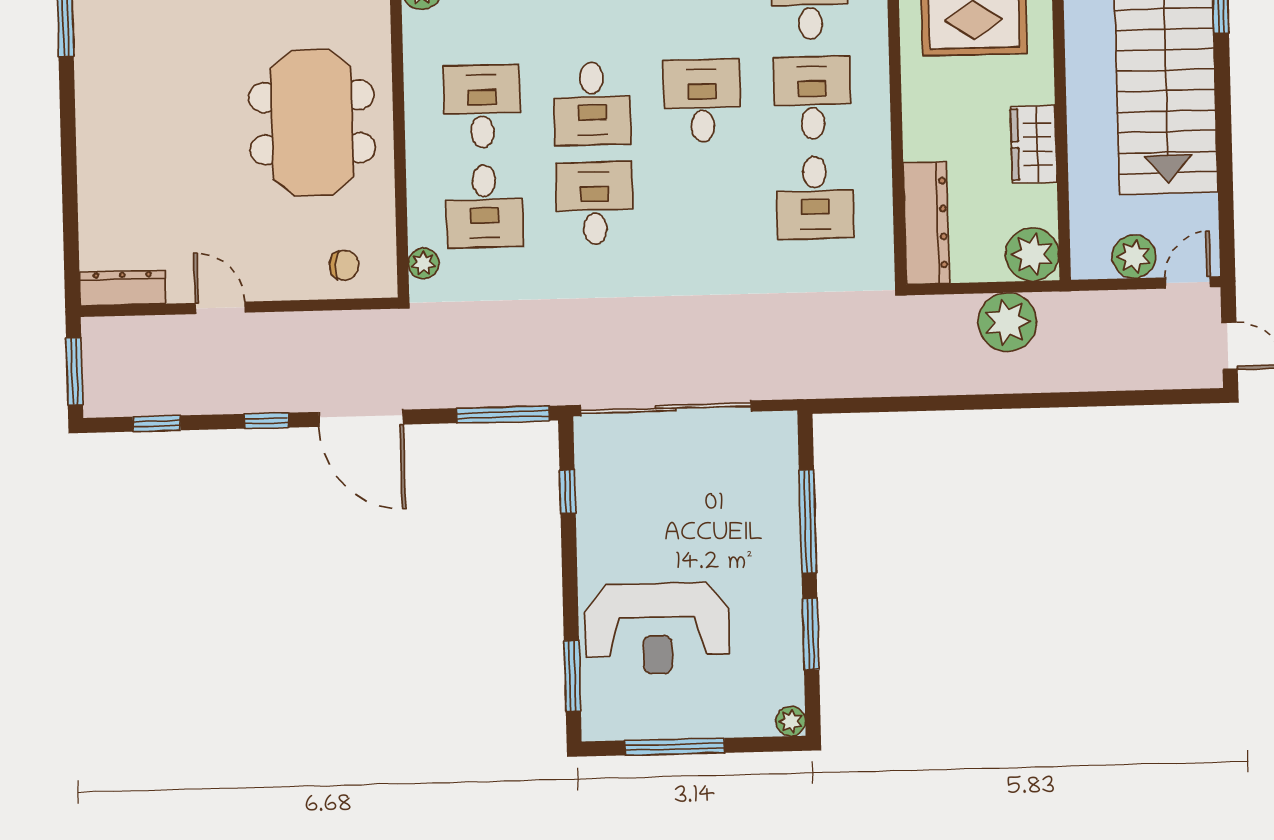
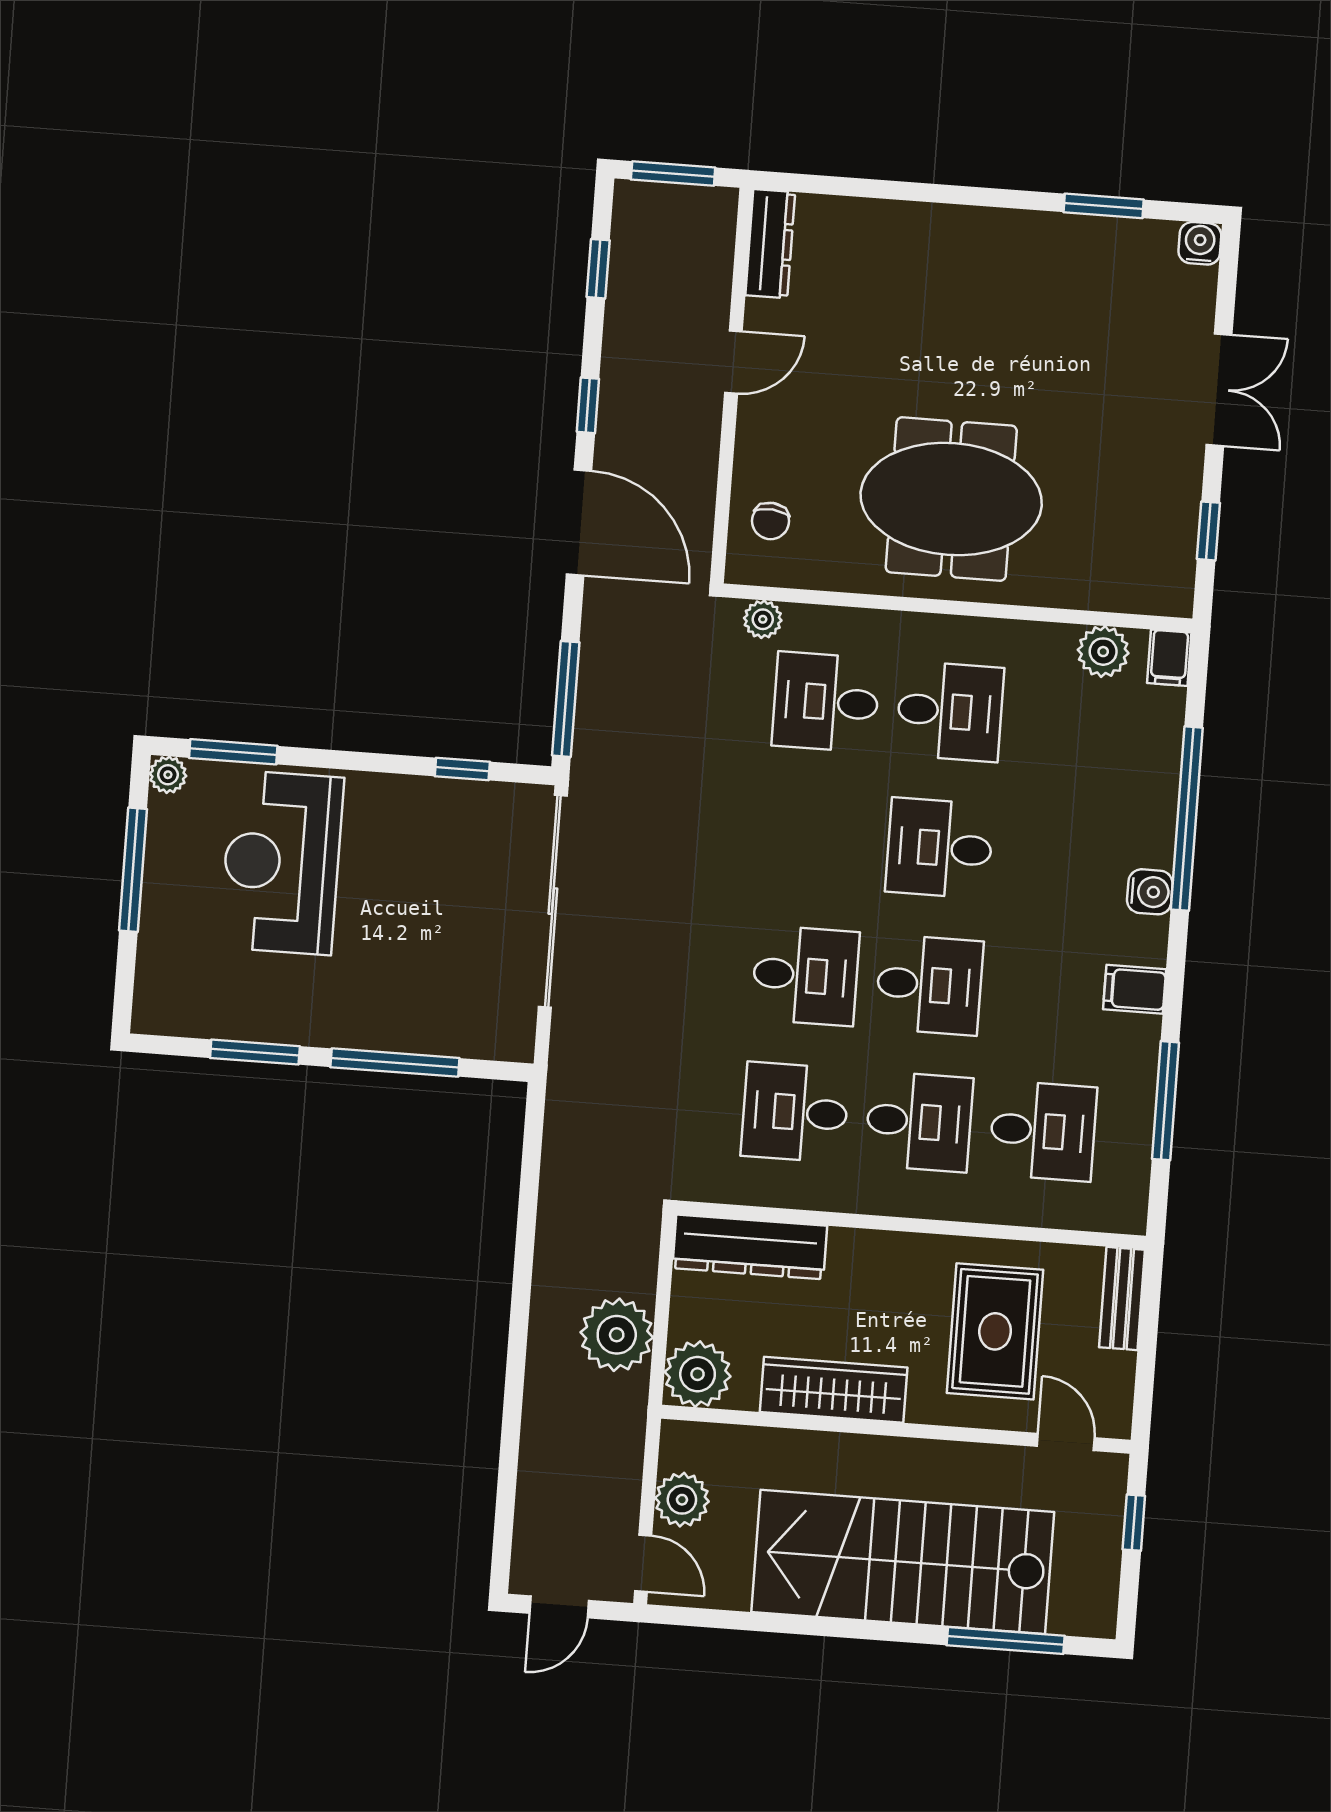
wardrobe: (1034, 144) -> (834, 1390), width x1.50
desk: (595, 203) -> (805, 976), moved
door: (361, 418) -> (579, 523), swing flipped
plant: (791, 721) -> (168, 775), moved

